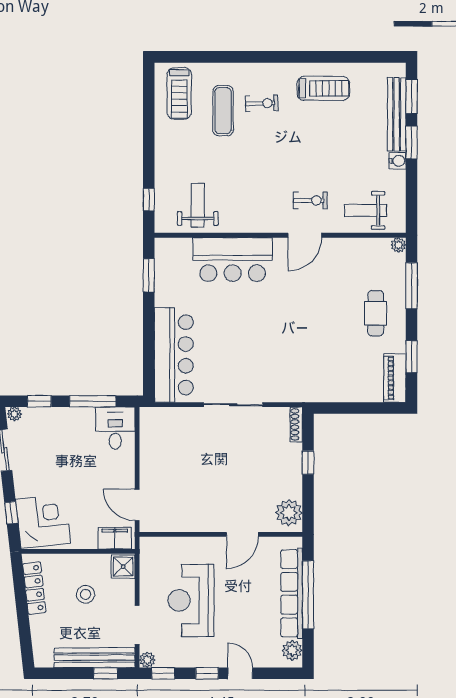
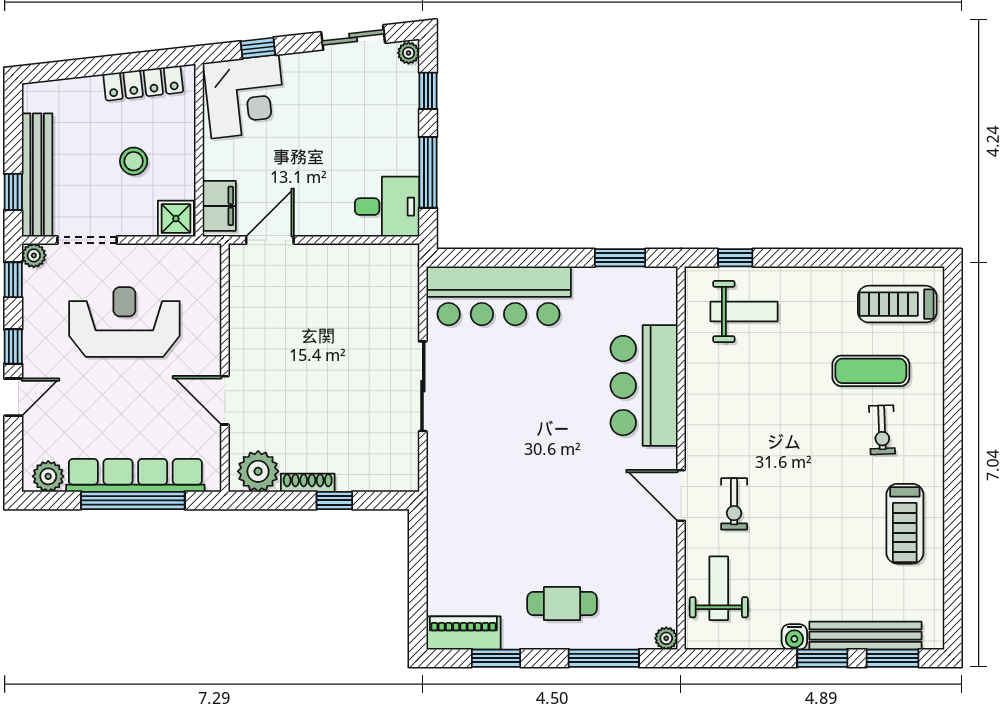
weight bench: (198, 205) -> (744, 311), moved
shoe rack: (296, 424) -> (308, 483), moved

